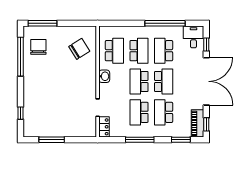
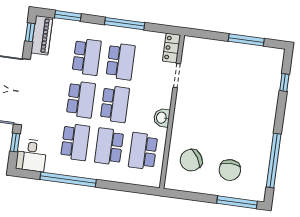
chair: (38, 47) -> (230, 170), moved
school desk: (164, 82) -> (81, 99), turned 180

